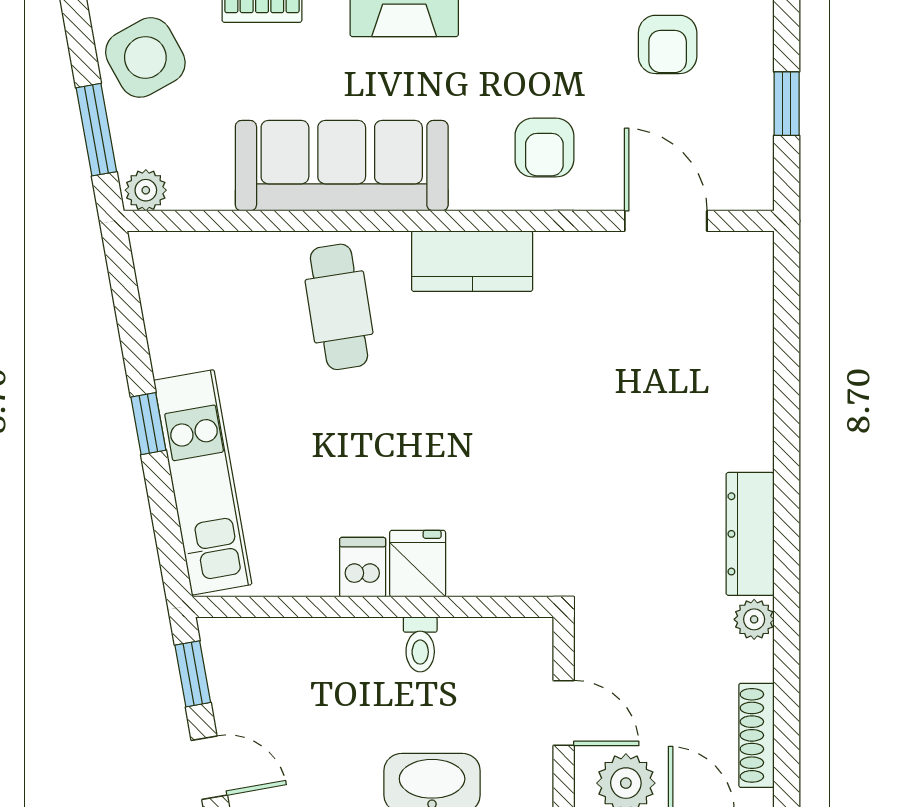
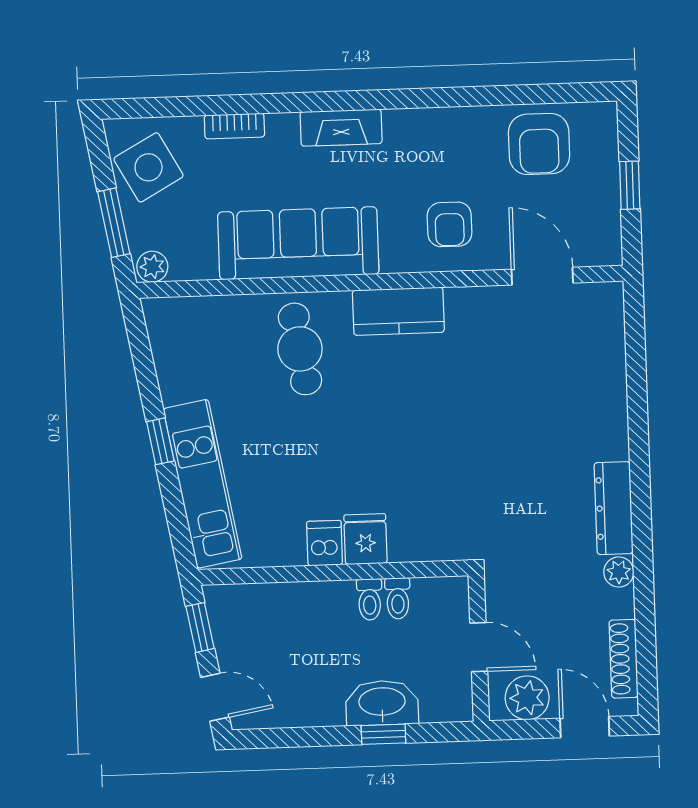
armchair: (668, 44) -> (539, 144), width x1.38, depth x1.38
toilet: (458, 644) -> (398, 598), added

